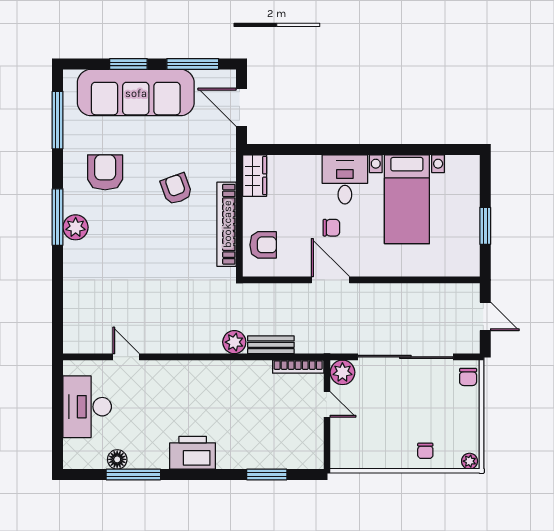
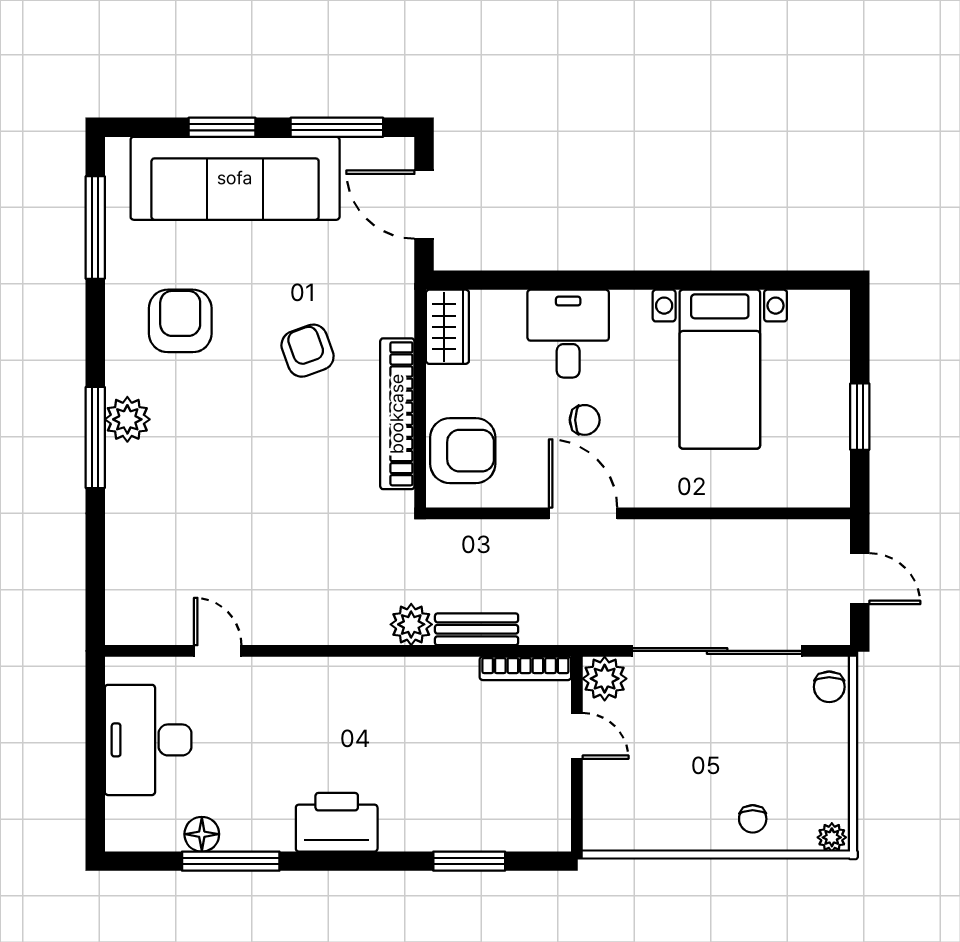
desk: (345, 179) -> (568, 334), moved
window: (58, 217) -> (95, 438), moved
armchair: (263, 245) -> (463, 451), width x1.38, depth x1.38

